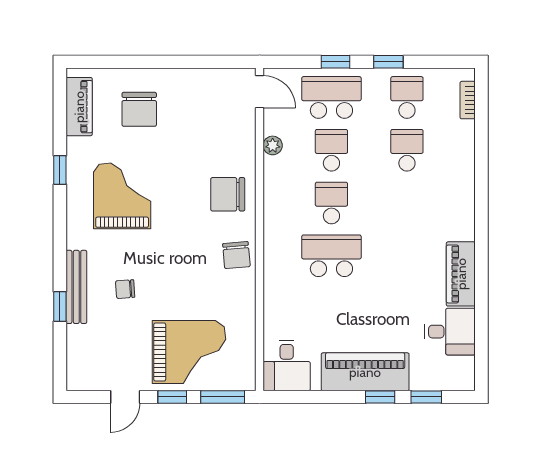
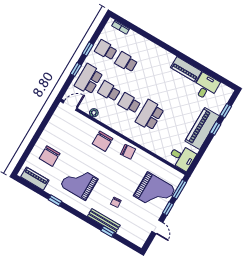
chair: (139, 109) -> (50, 156), turned 90
grand piano: (189, 352) -> (155, 192), turned 90

